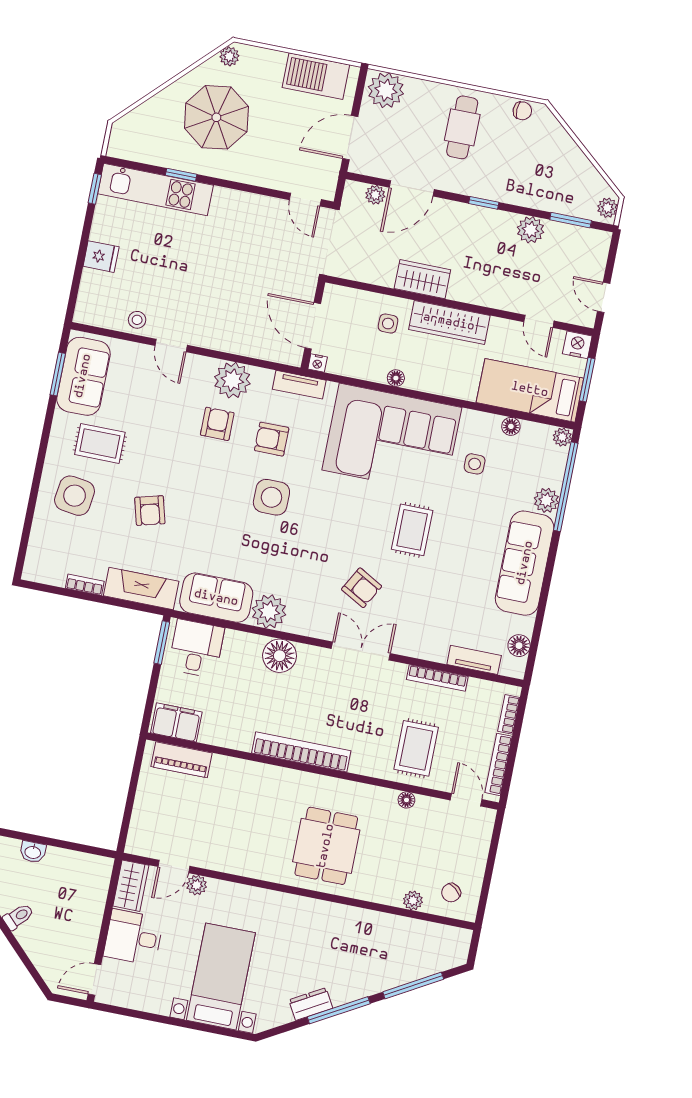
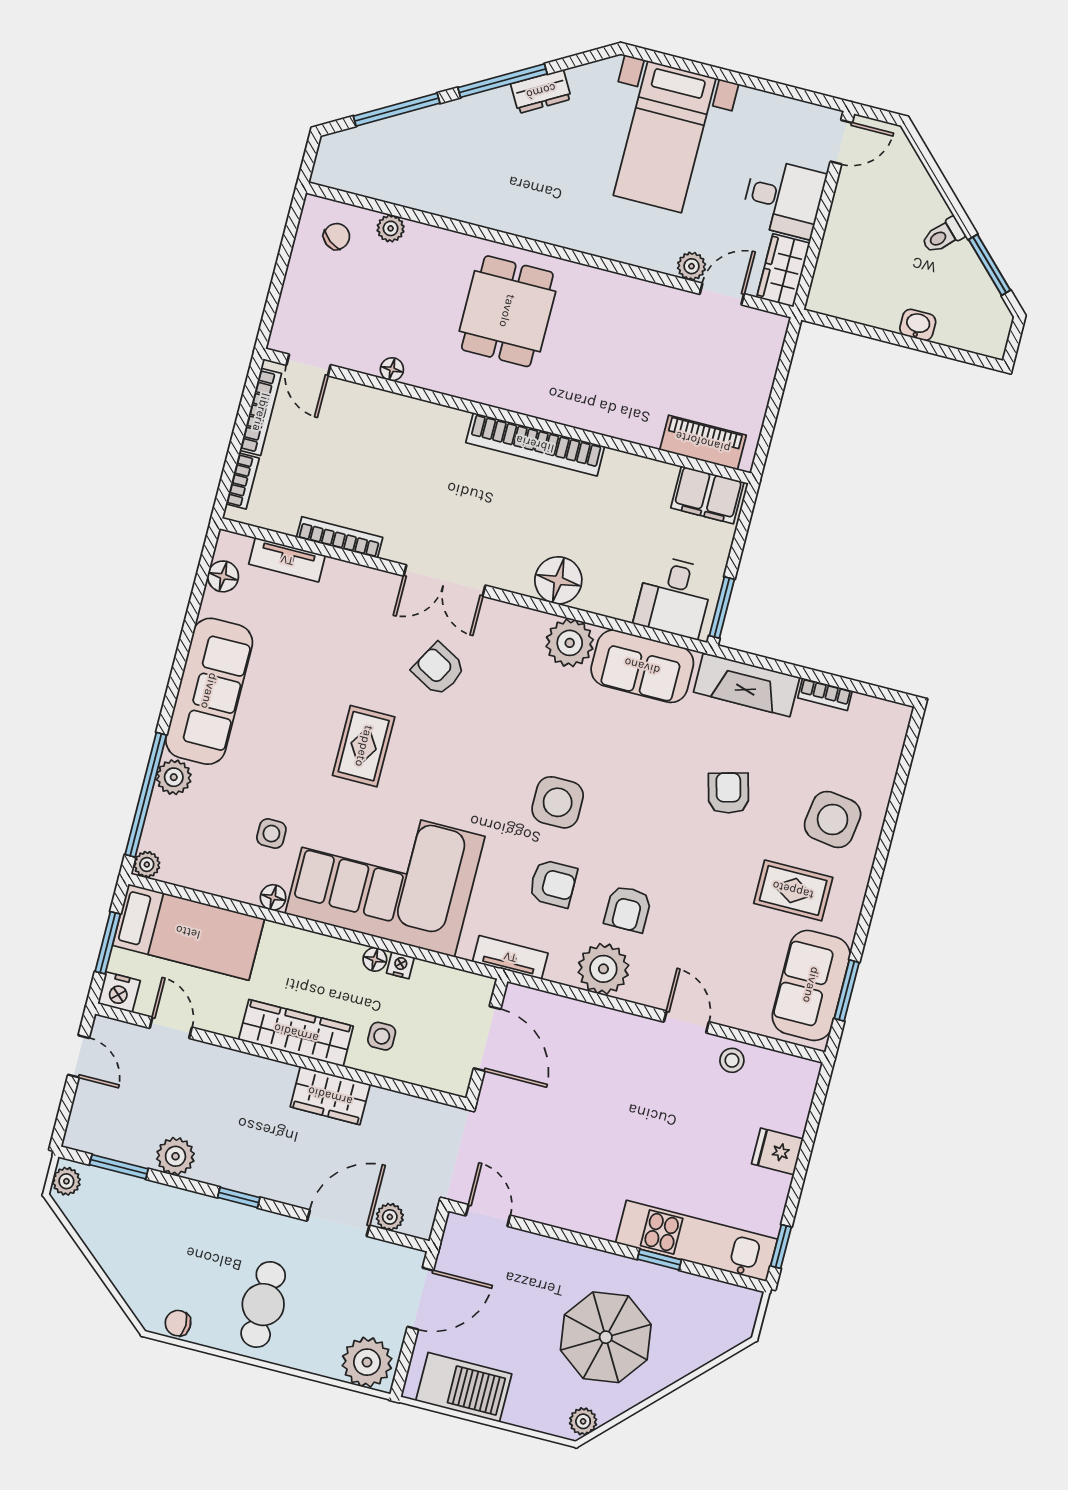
nightstand: (318, 363) -> (400, 965), moved
floor lamp: (511, 426) -> (273, 897), moved
rug: (416, 748) -> (375, 441), removed

